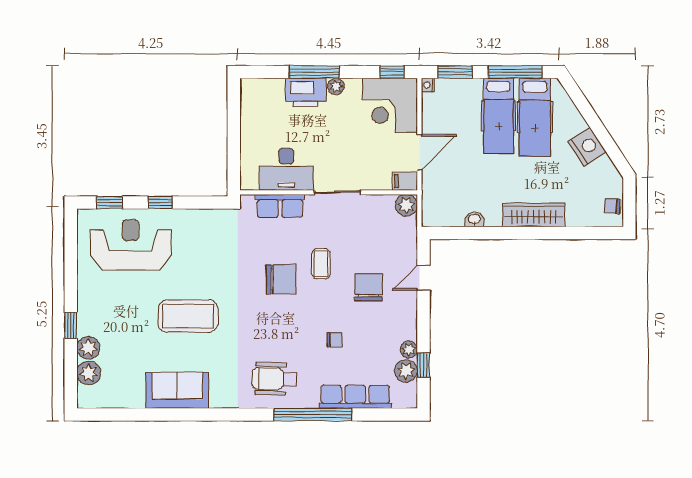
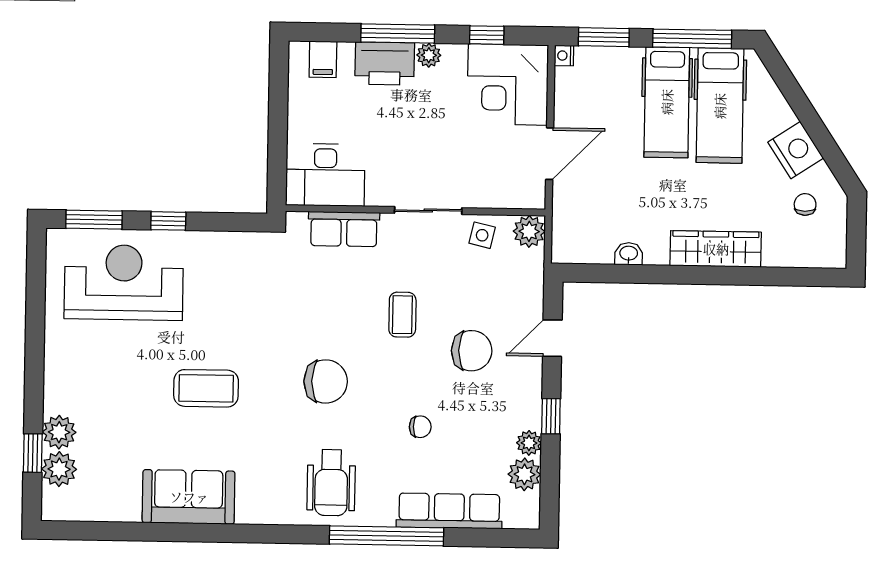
window: (392, 72) -> (487, 35), moved
desk: (286, 169) -> (325, 175), moved
filing cabinet: (405, 181) -> (323, 59), moved, turned -90
window: (110, 203) -> (94, 220), width x1.50
chair: (612, 206) -> (805, 204), moved, turned 87
side table: (374, 208) -> (482, 235), added
chair: (281, 279) -> (326, 381), moved
chair: (369, 287) -> (472, 351), turned 90
coffee table: (188, 316) -> (206, 388), width x0.73, depth x0.76
window: (71, 325) -> (33, 453), moved
window: (423, 365) -> (551, 416), moved
wheelchair: (274, 379) -> (331, 483), turned -92

